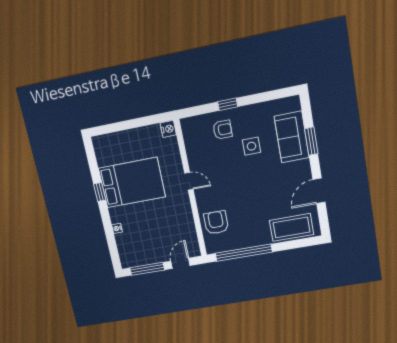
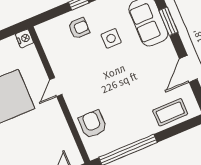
door: (189, 181) -> (56, 87), swing flipped
coffee table: (291, 227) -> (170, 112), width x0.73, depth x0.76

